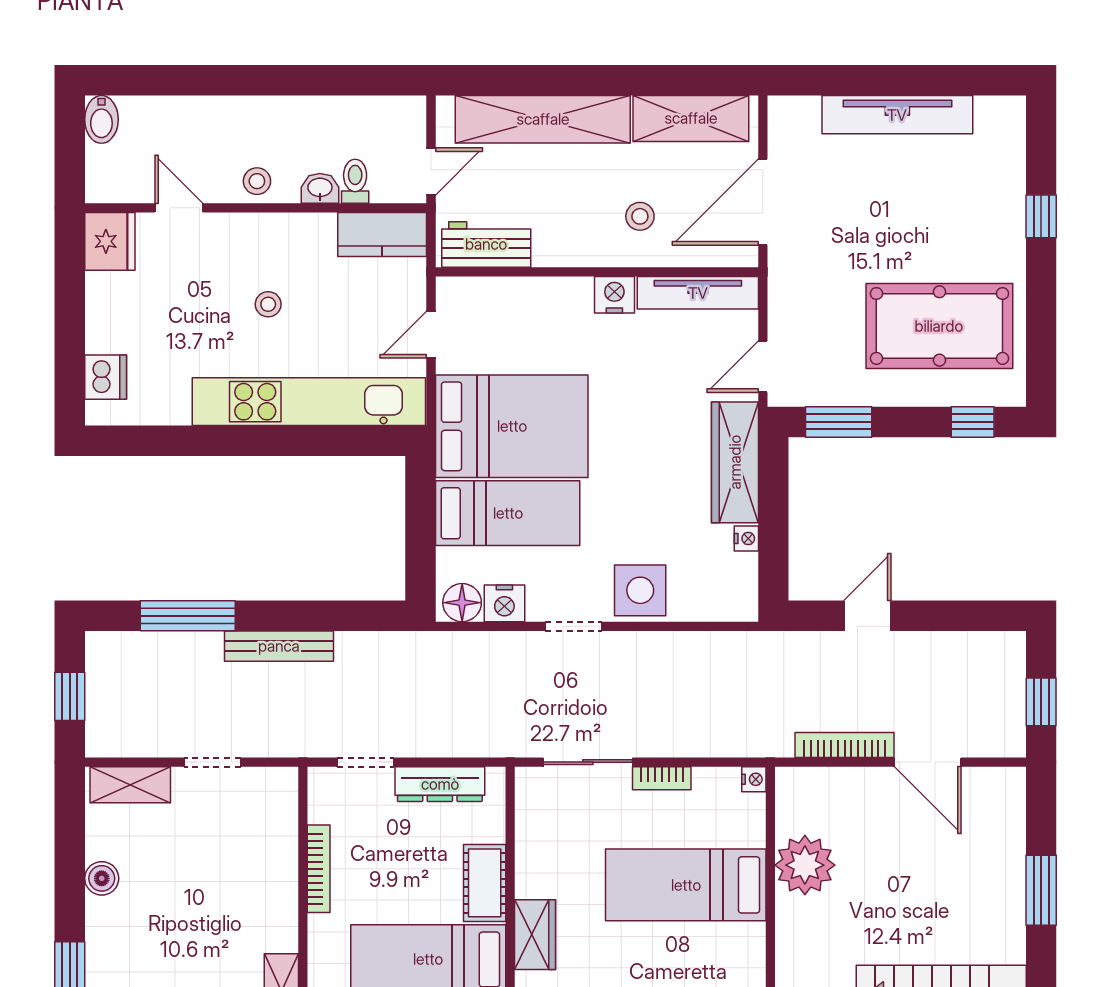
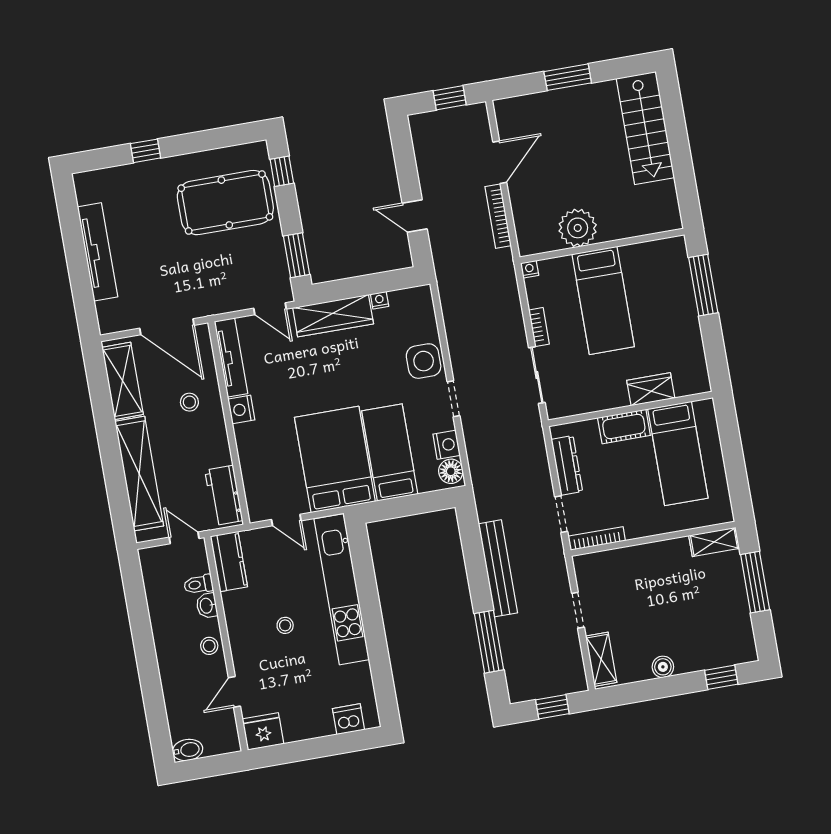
pool table: (939, 326) -> (225, 203), turned 90
bench: (279, 646) -> (498, 568), width x1.37, depth x1.21
bookcase: (319, 869) -> (597, 538), moved

